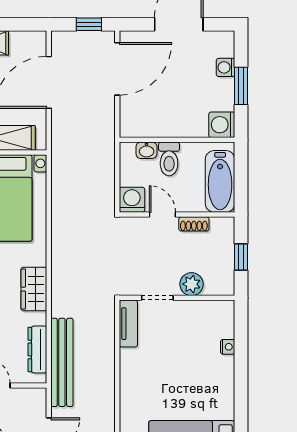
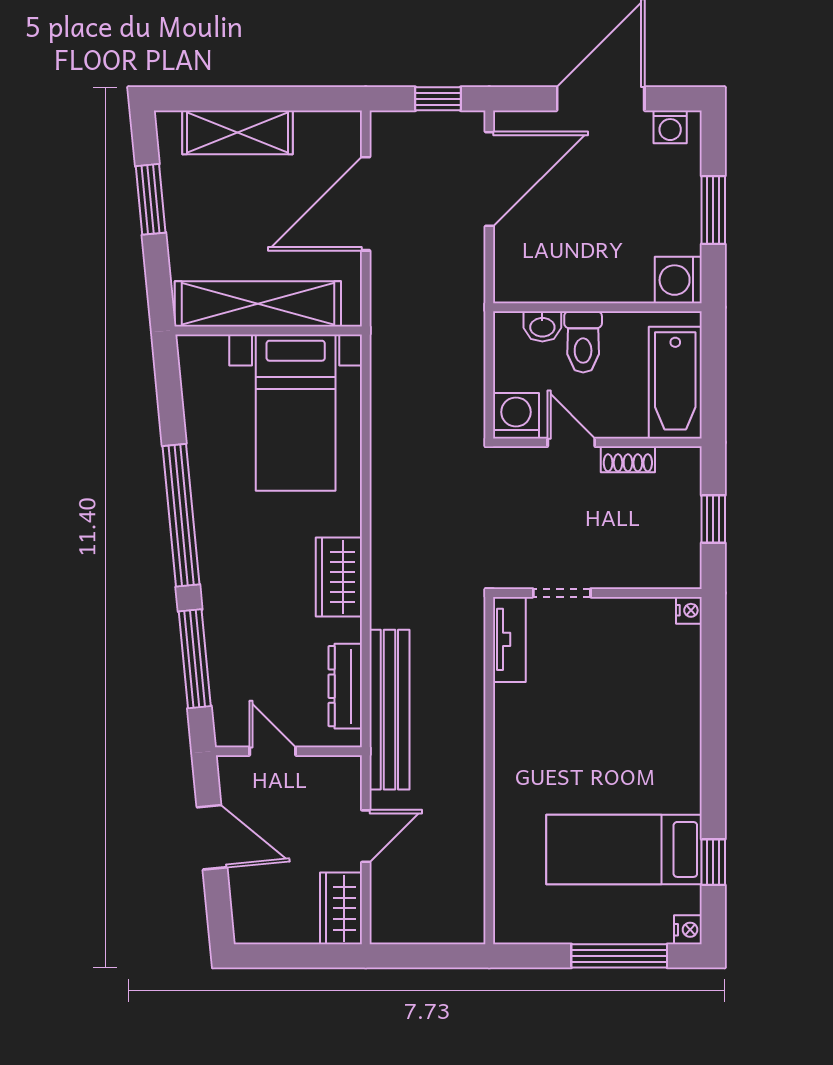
washing machine: (225, 67) -> (670, 127), moved, turned -90
plant: (192, 284) -> (624, 568), removed
nightstand: (228, 347) -> (689, 610), moved

